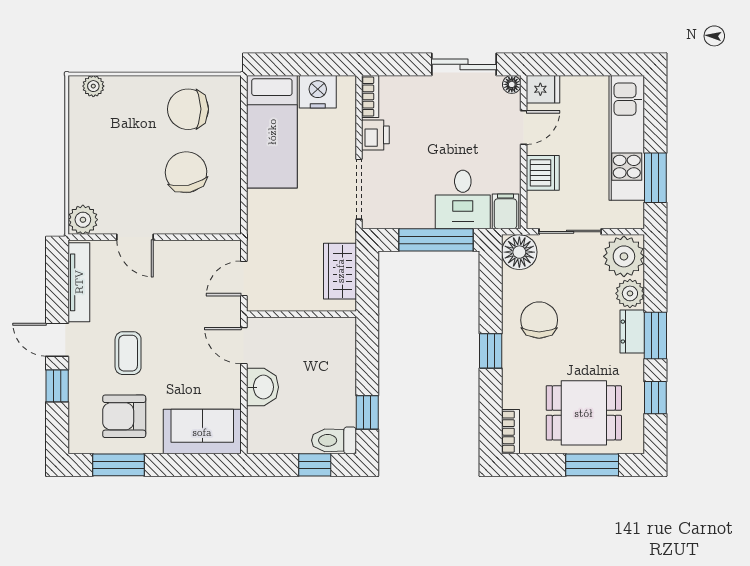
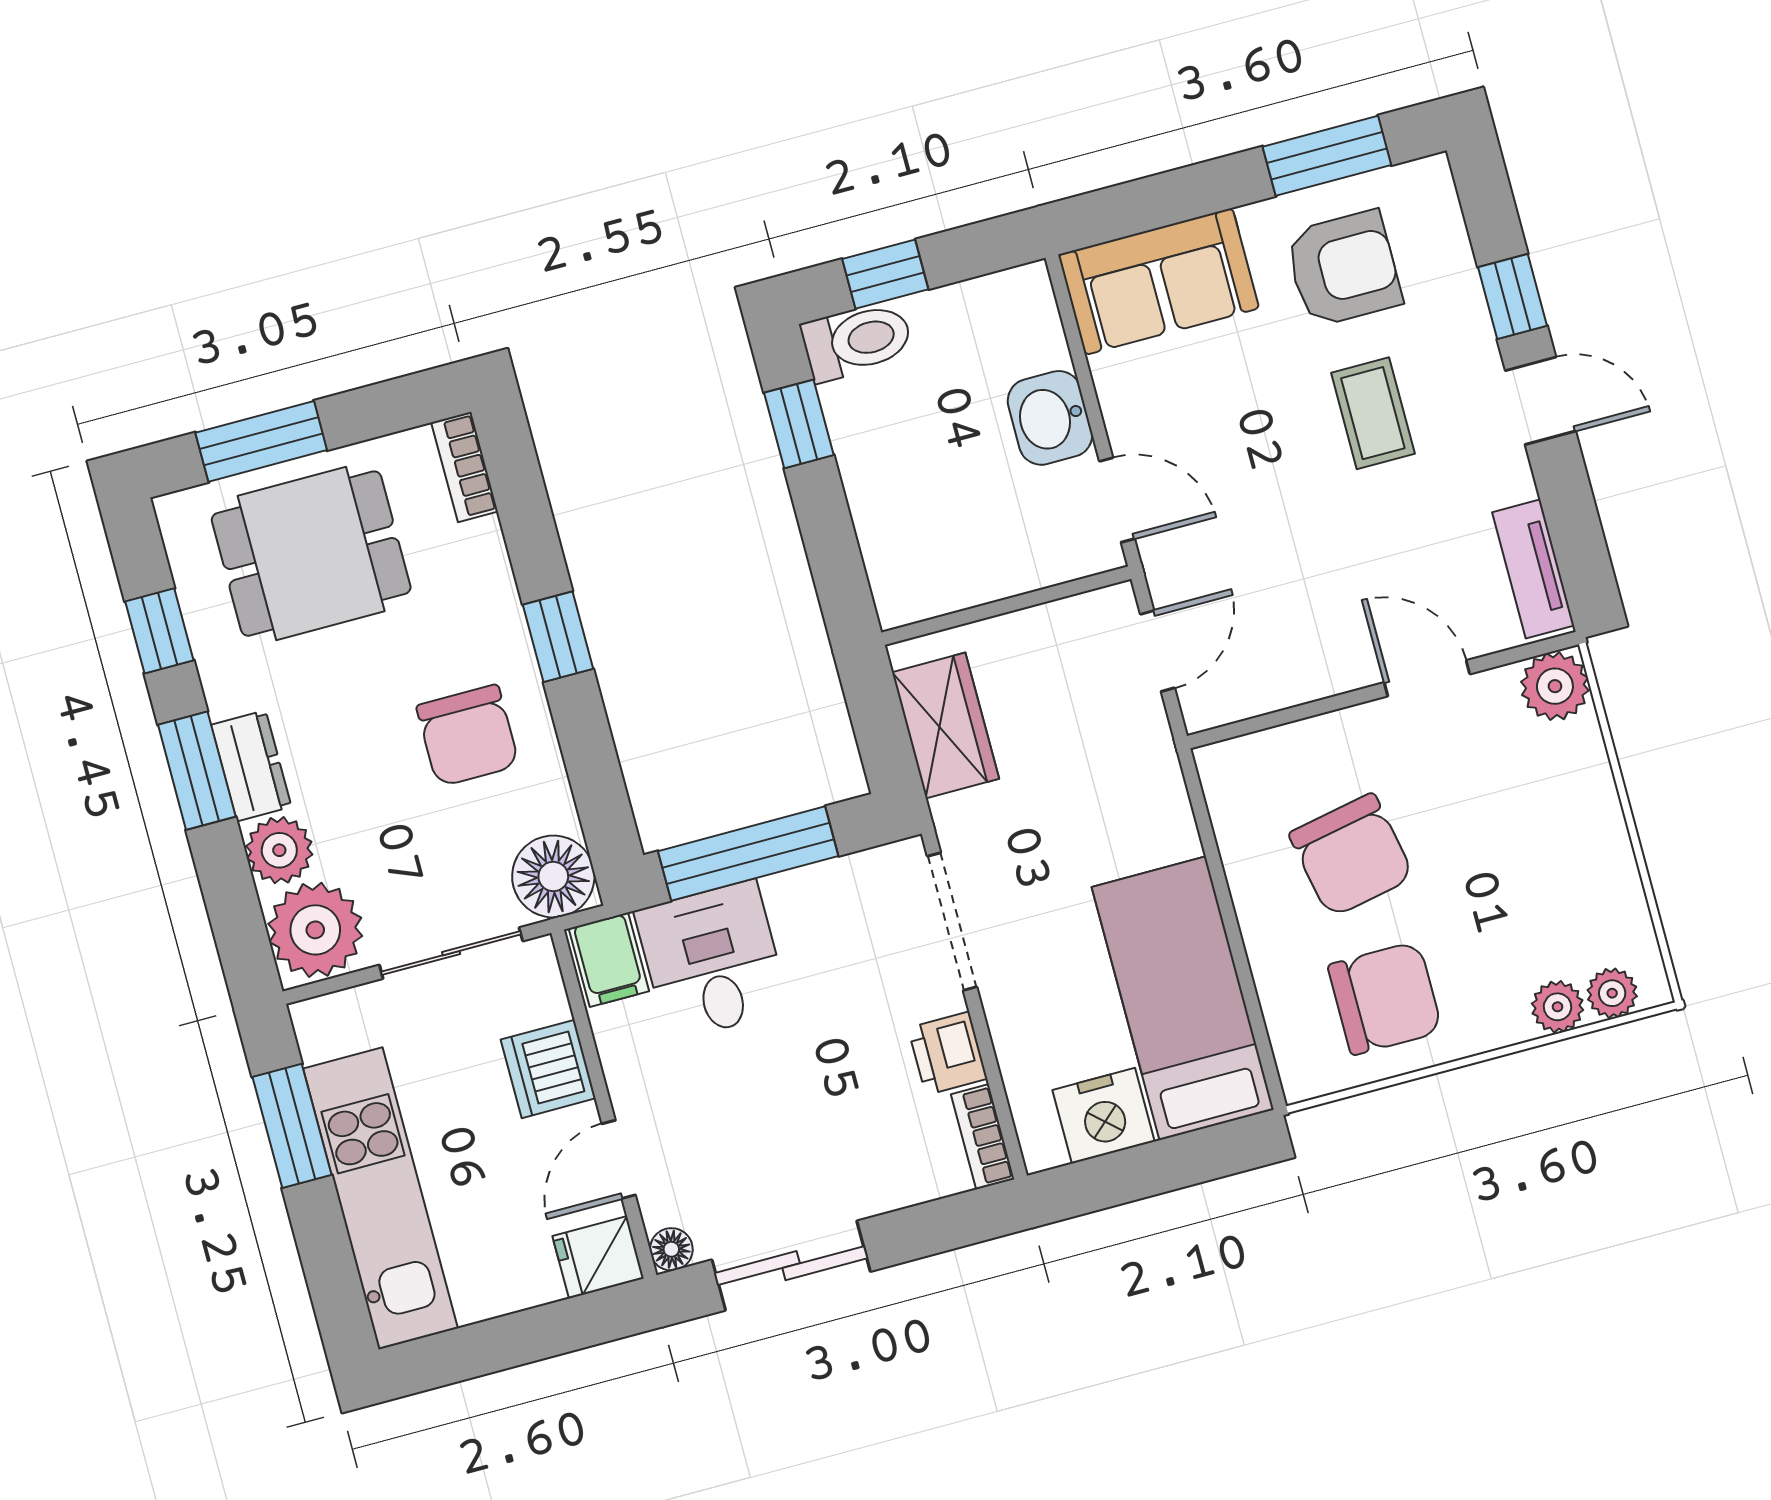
plant: (117, 87) -> (1558, 1007), added
tv unit: (79, 282) -> (1533, 569), width x0.71

